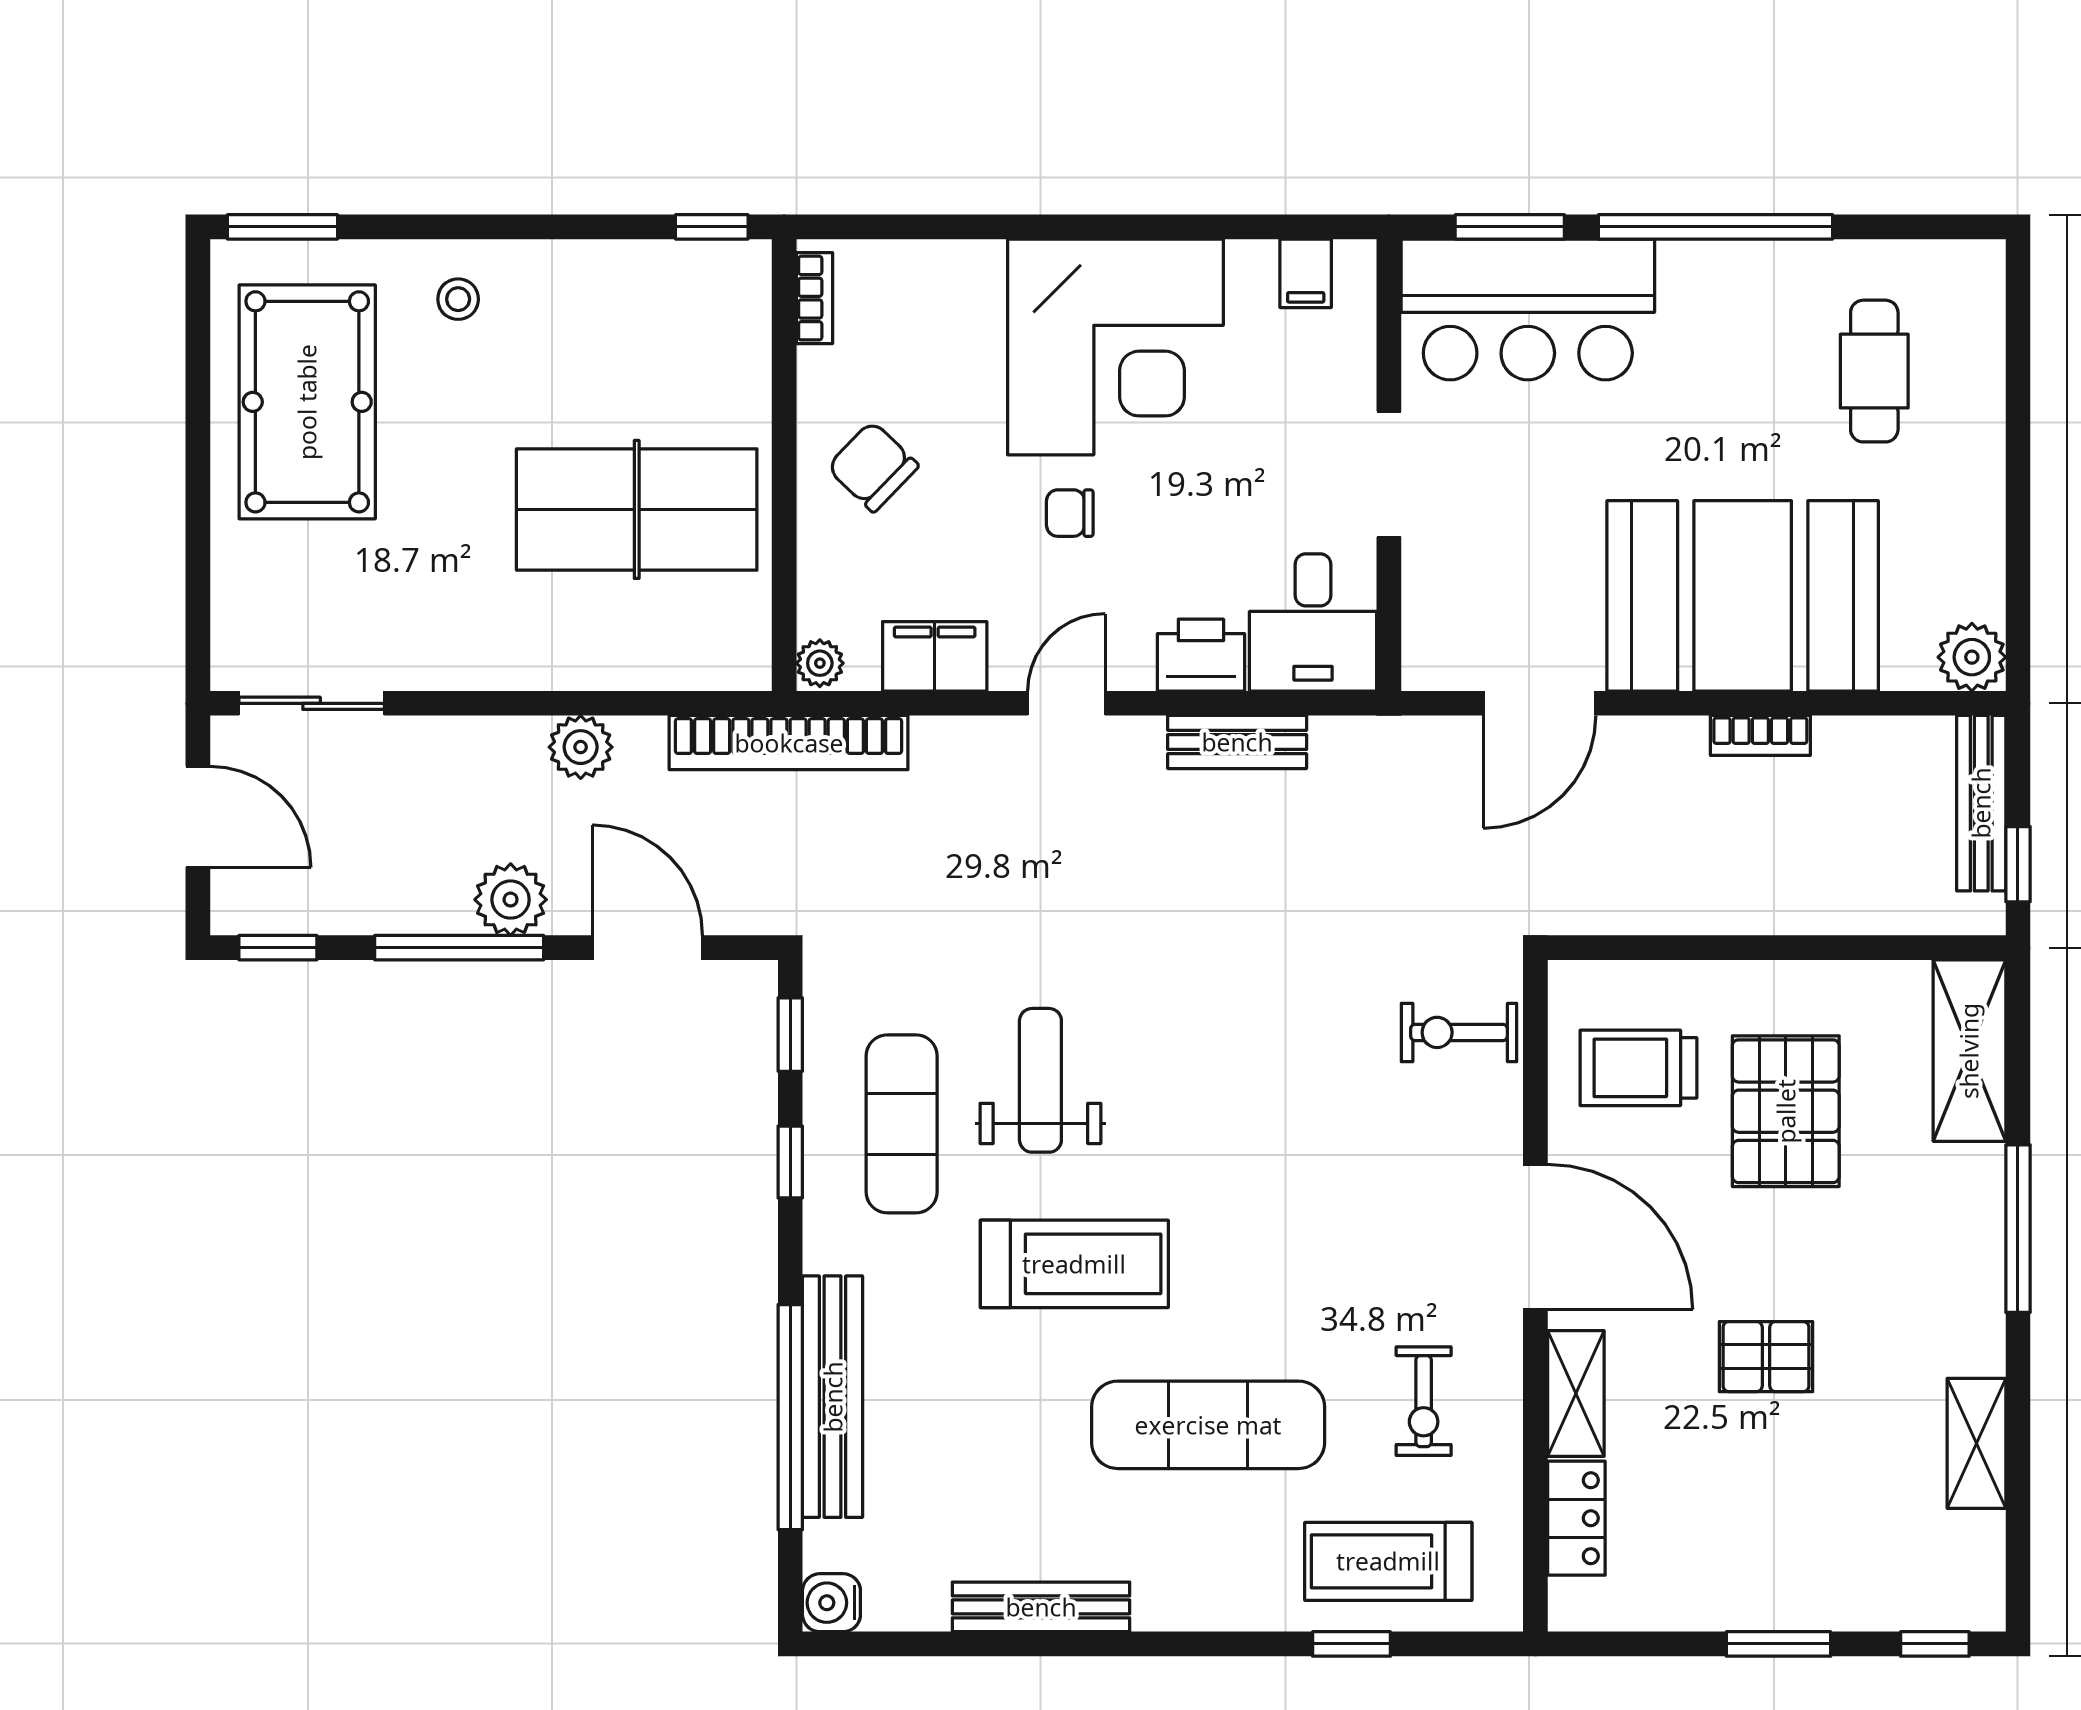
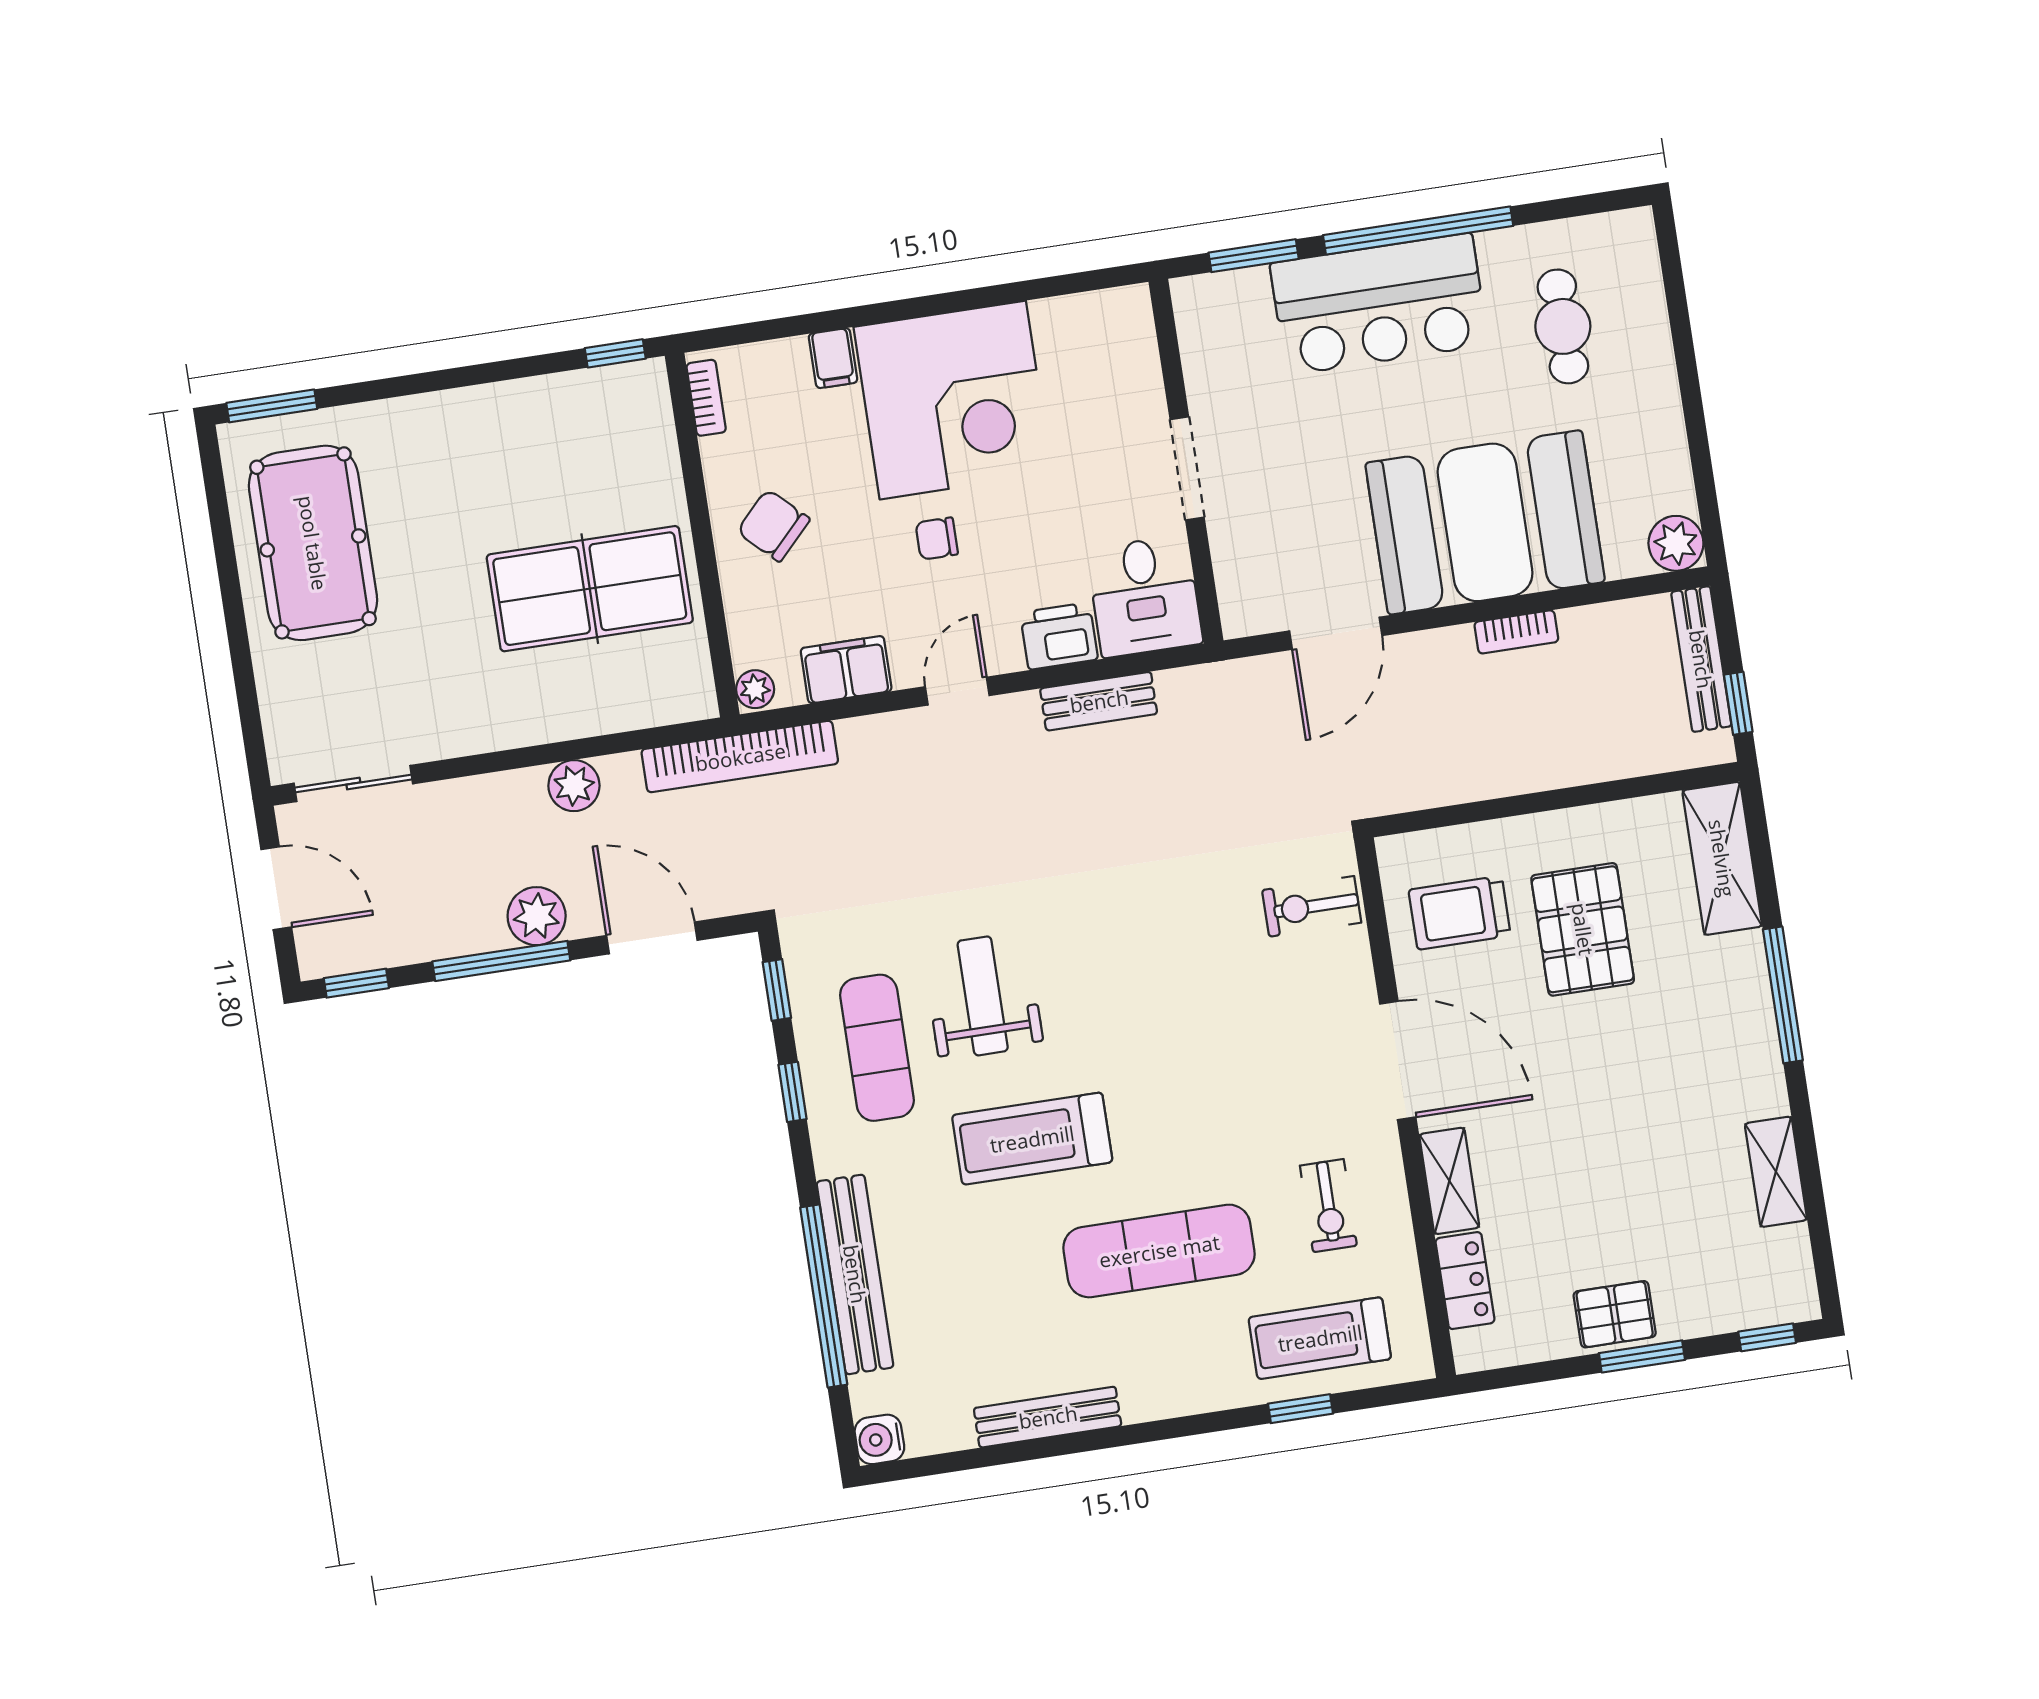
filing cabinet: (1306, 273) -> (833, 358), moved
stool: (458, 299) -> (421, 442), removed
bar counter: (1528, 309) -> (1379, 304), moved
treadmill: (1074, 1264) -> (1032, 1139), turned 180
pallet: (1766, 1357) -> (1615, 1314), moved

